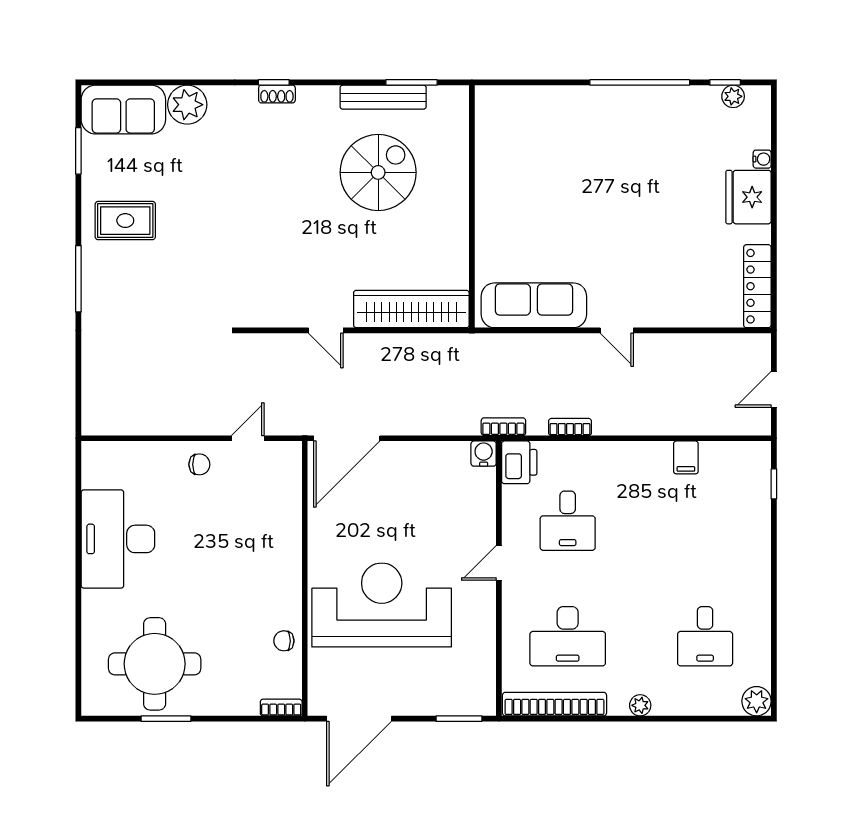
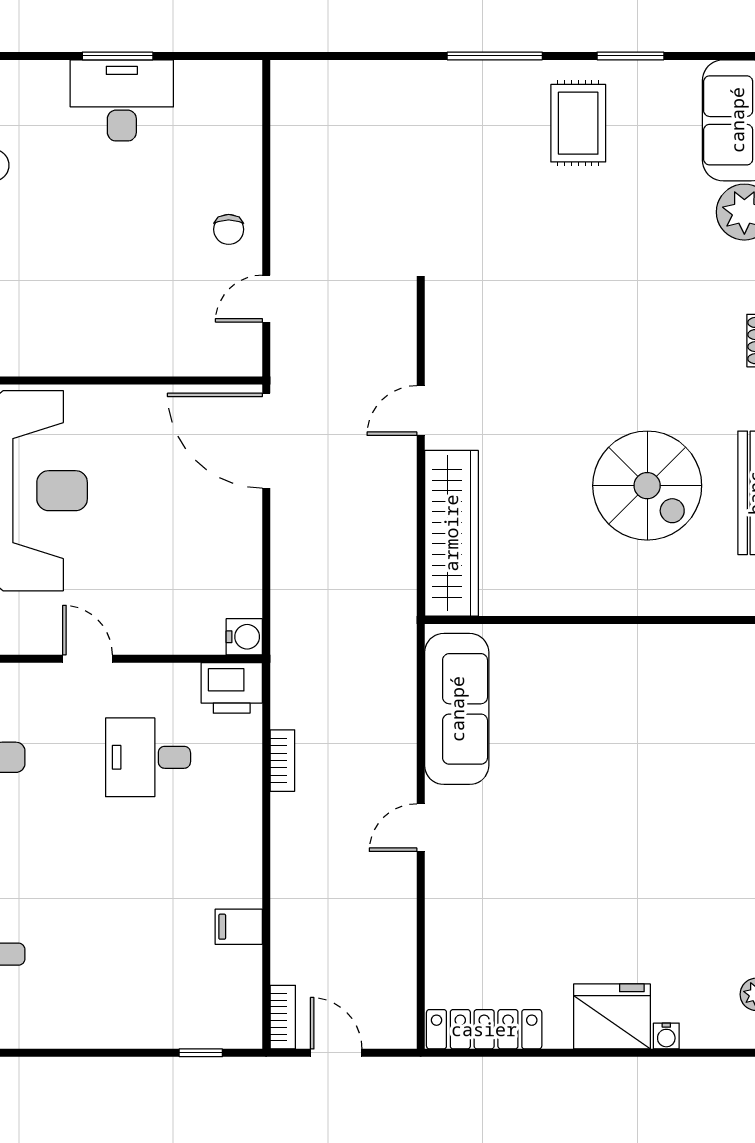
window: (78, 151) -> (630, 56), moved
bookcase: (503, 427) -> (283, 1017), moved
door: (248, 438) -> (266, 299), swing flipped
desk: (118, 539) -> (122, 100), width x0.73, depth x0.77
window: (78, 542) -> (118, 56), added

